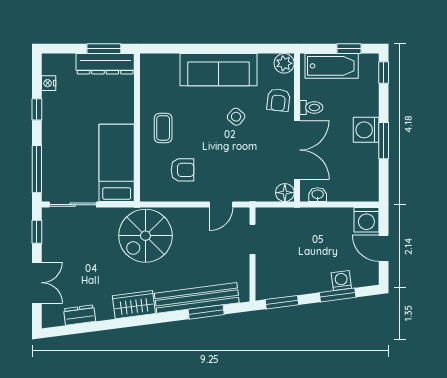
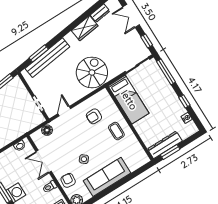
double door: (297, 150) -> (44, 161), width x0.73
floor lamp: (285, 193) -> (47, 130), moved
wardrobe: (134, 305) -> (85, 28), moved

